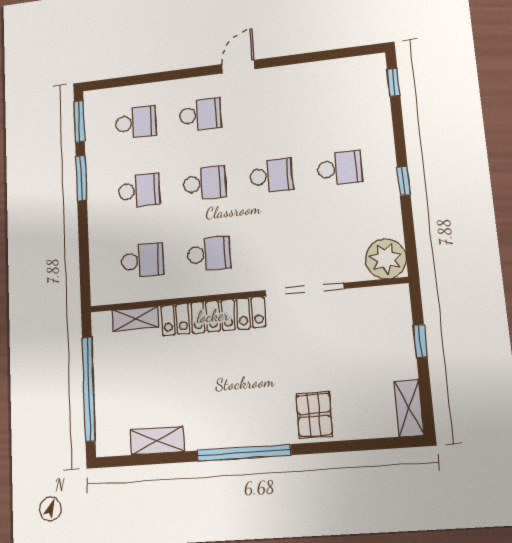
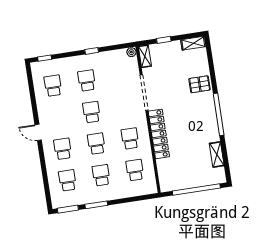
school desk: (333, 98) -> (53, 86), added
plant: (386, 259) -> (131, 52), width x0.53, depth x0.53
shelving: (136, 319) -> (145, 56), moved

